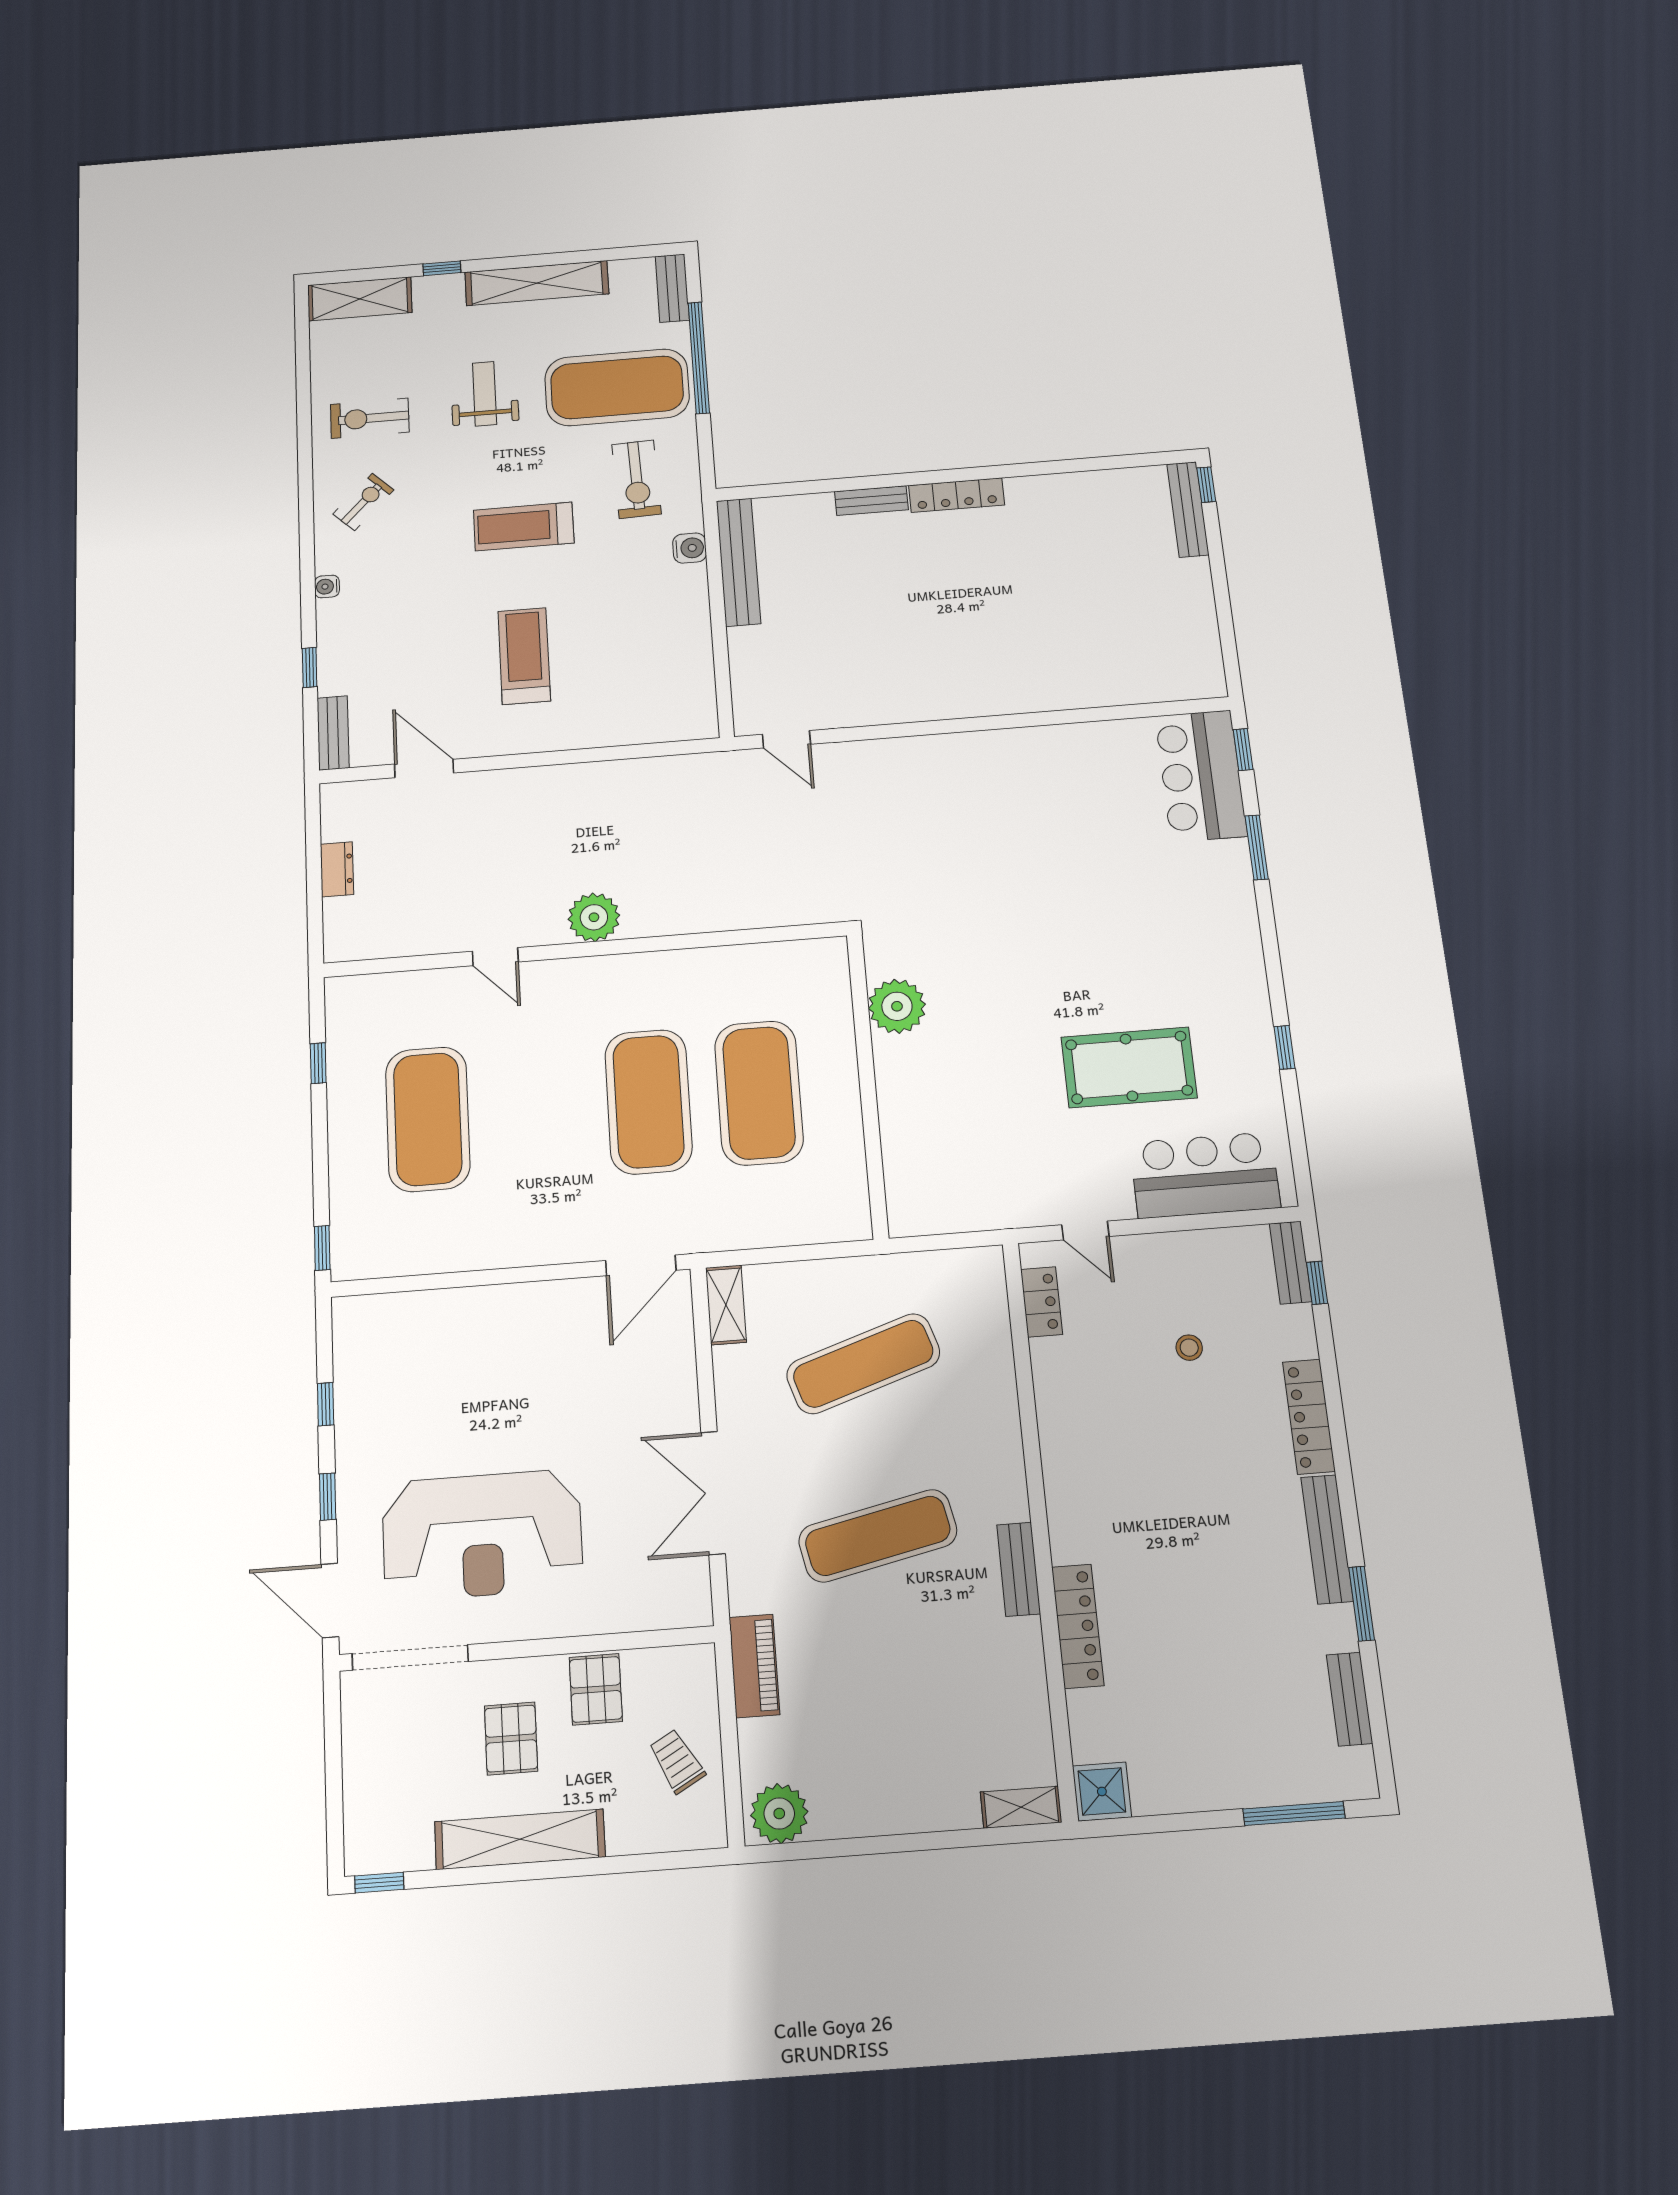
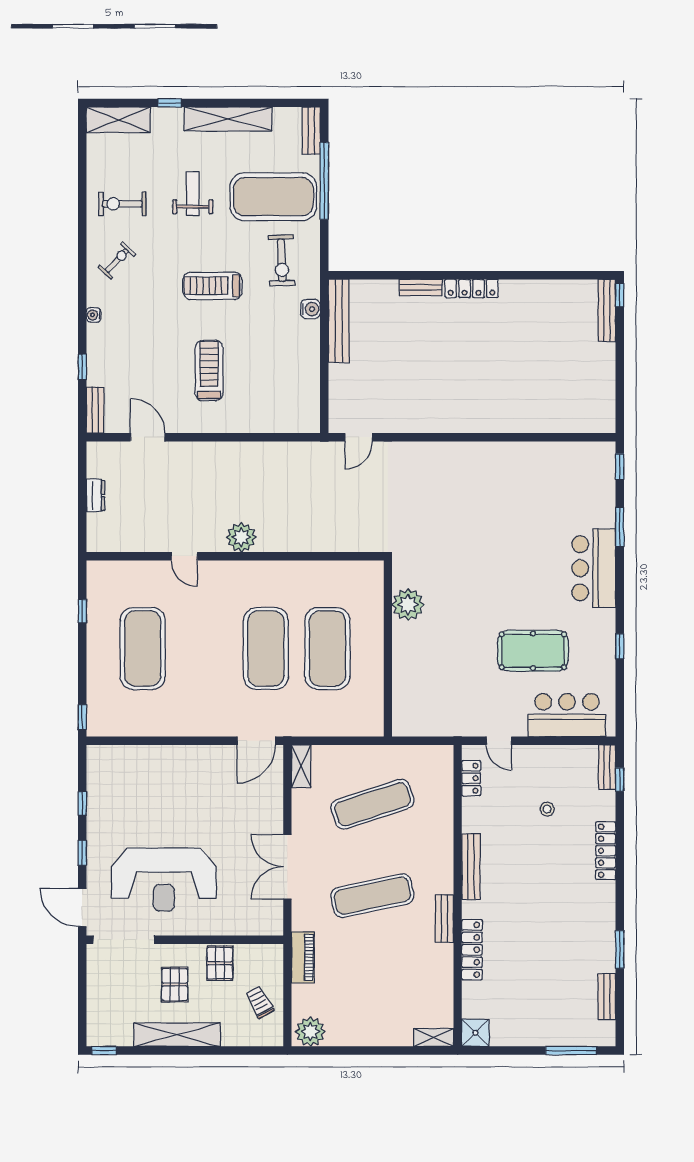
door: (786, 739) -> (359, 437), hinge flipped
bar counter: (1201, 776) -> (594, 568), moved
bench: (1327, 1539) -> (471, 867), moved

